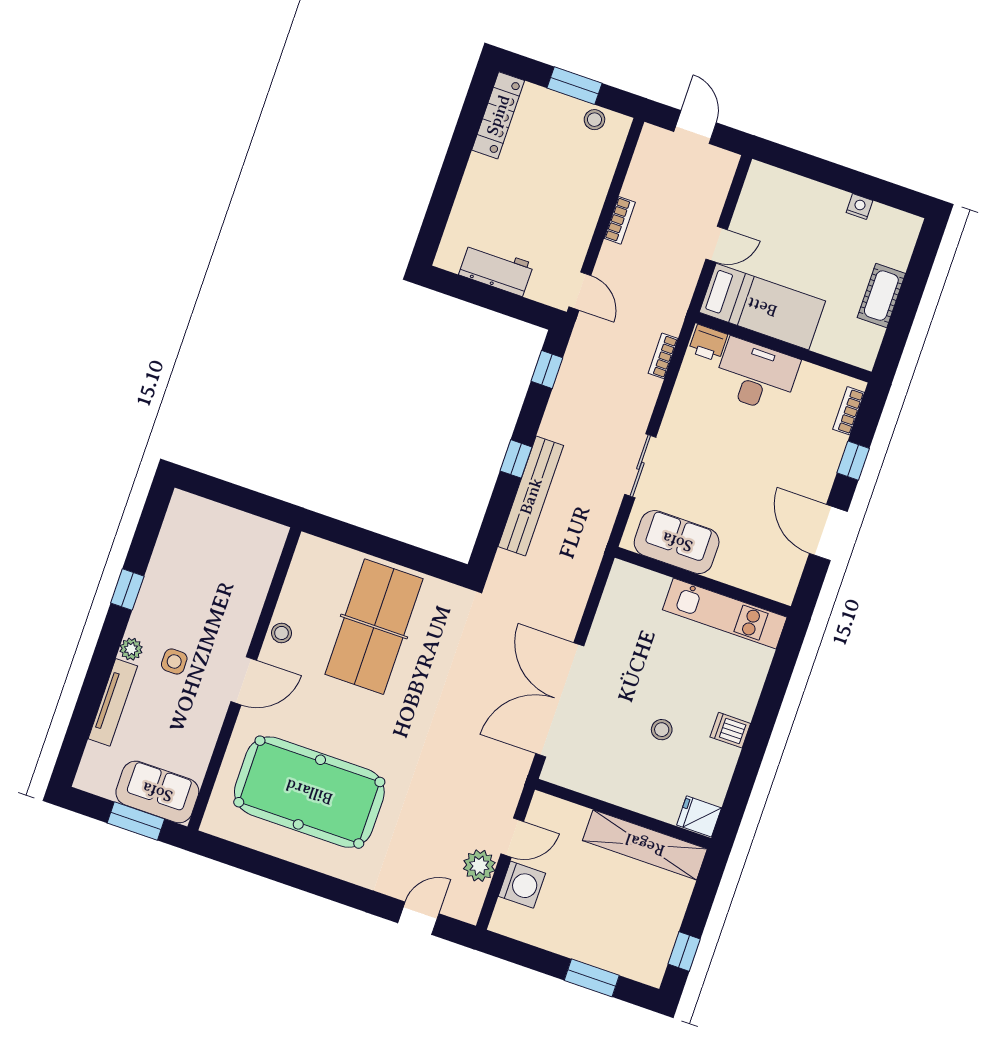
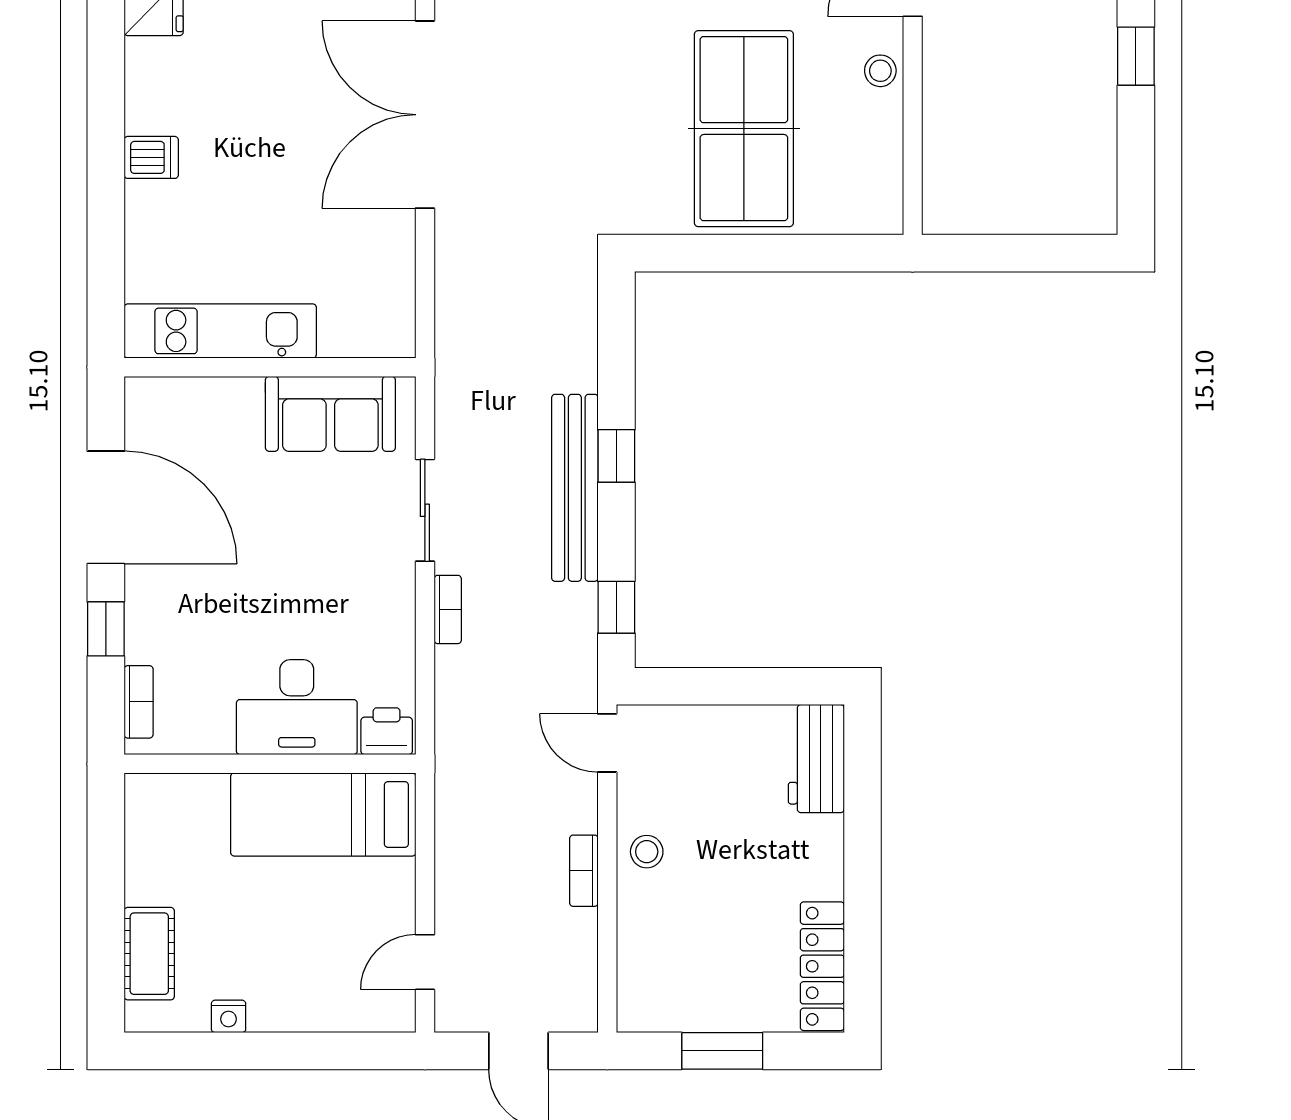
stool: (594, 120) -> (647, 852), moved
door: (717, 244) -> (425, 962), moved
workbench: (496, 269) -> (816, 759), moved, turned 90
cot: (881, 296) -> (149, 954), moved
bookcase: (663, 356) -> (448, 609), moved
bench: (531, 496) -> (575, 488), moved
door: (828, 533) -> (106, 507), width x1.36
double door: (560, 700) -> (425, 115), swing flipped
stool: (662, 730) -> (255, 123), removed

